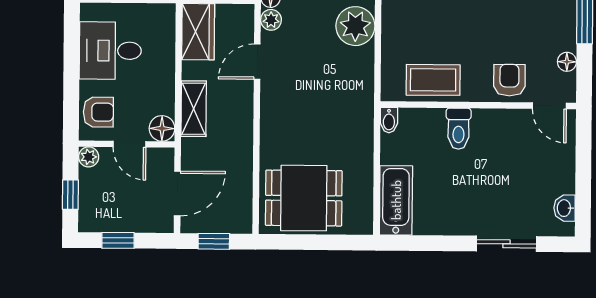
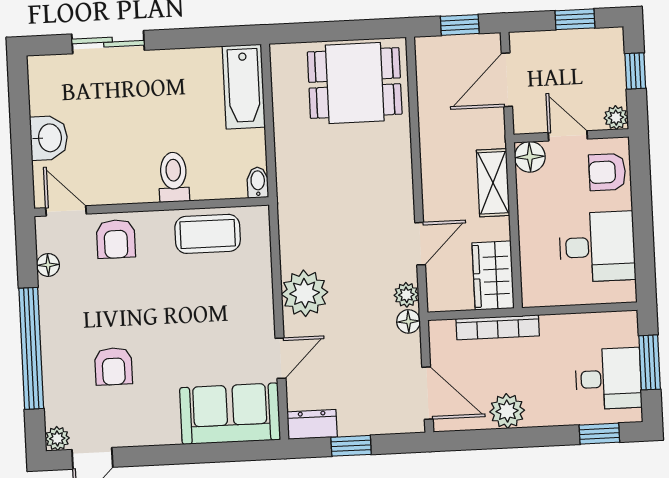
washbasin: (565, 208) -> (49, 138), moved, width x1.38, depth x1.45

